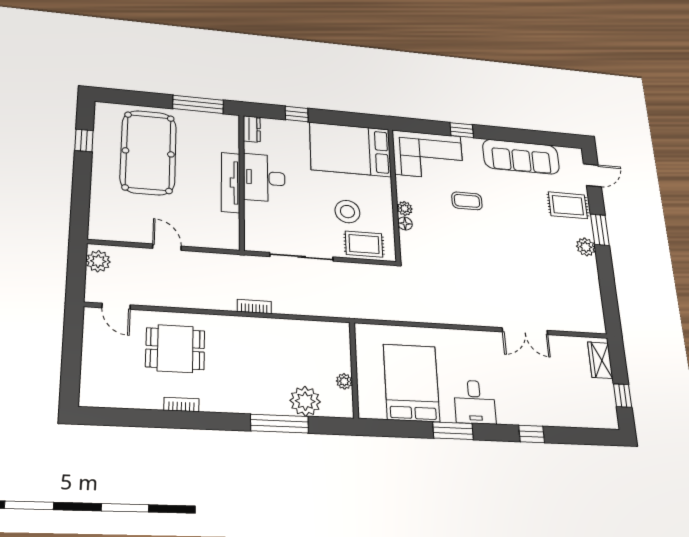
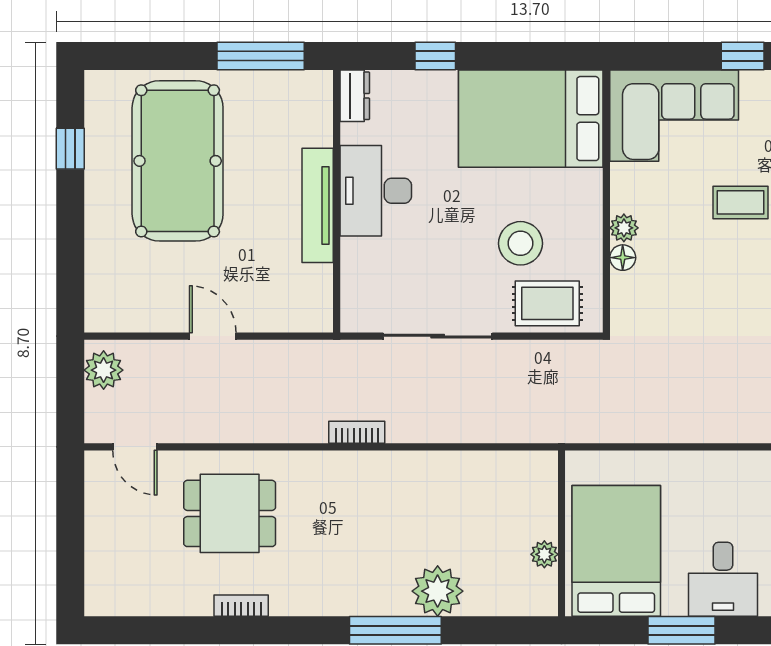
wall: (354, 370) -> (561, 533), moved
plant: (344, 381) -> (544, 554), moved

